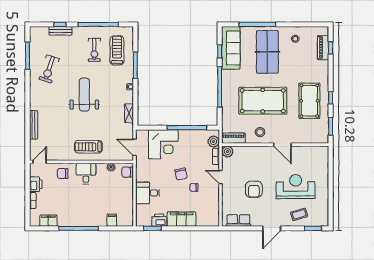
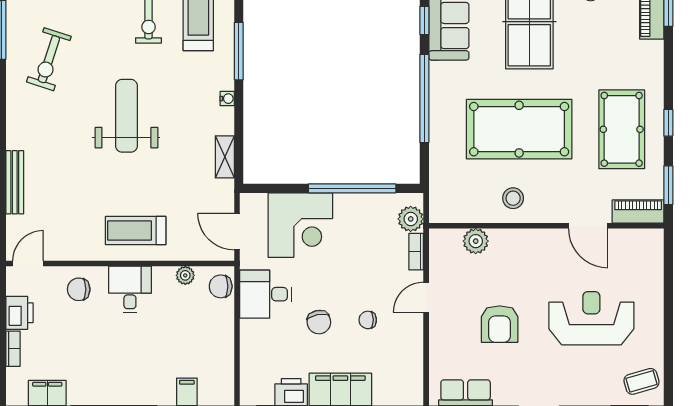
piano: (233, 138) -> (638, 212), moved
door: (282, 145) -> (588, 226), moved
plant: (227, 152) -> (476, 241), moved
chair: (181, 174) -> (319, 322), moved
door: (220, 177) -> (426, 297), hinge flipped
desk: (148, 193) -> (266, 294), moved
coffee table: (299, 214) -> (641, 381), moved

